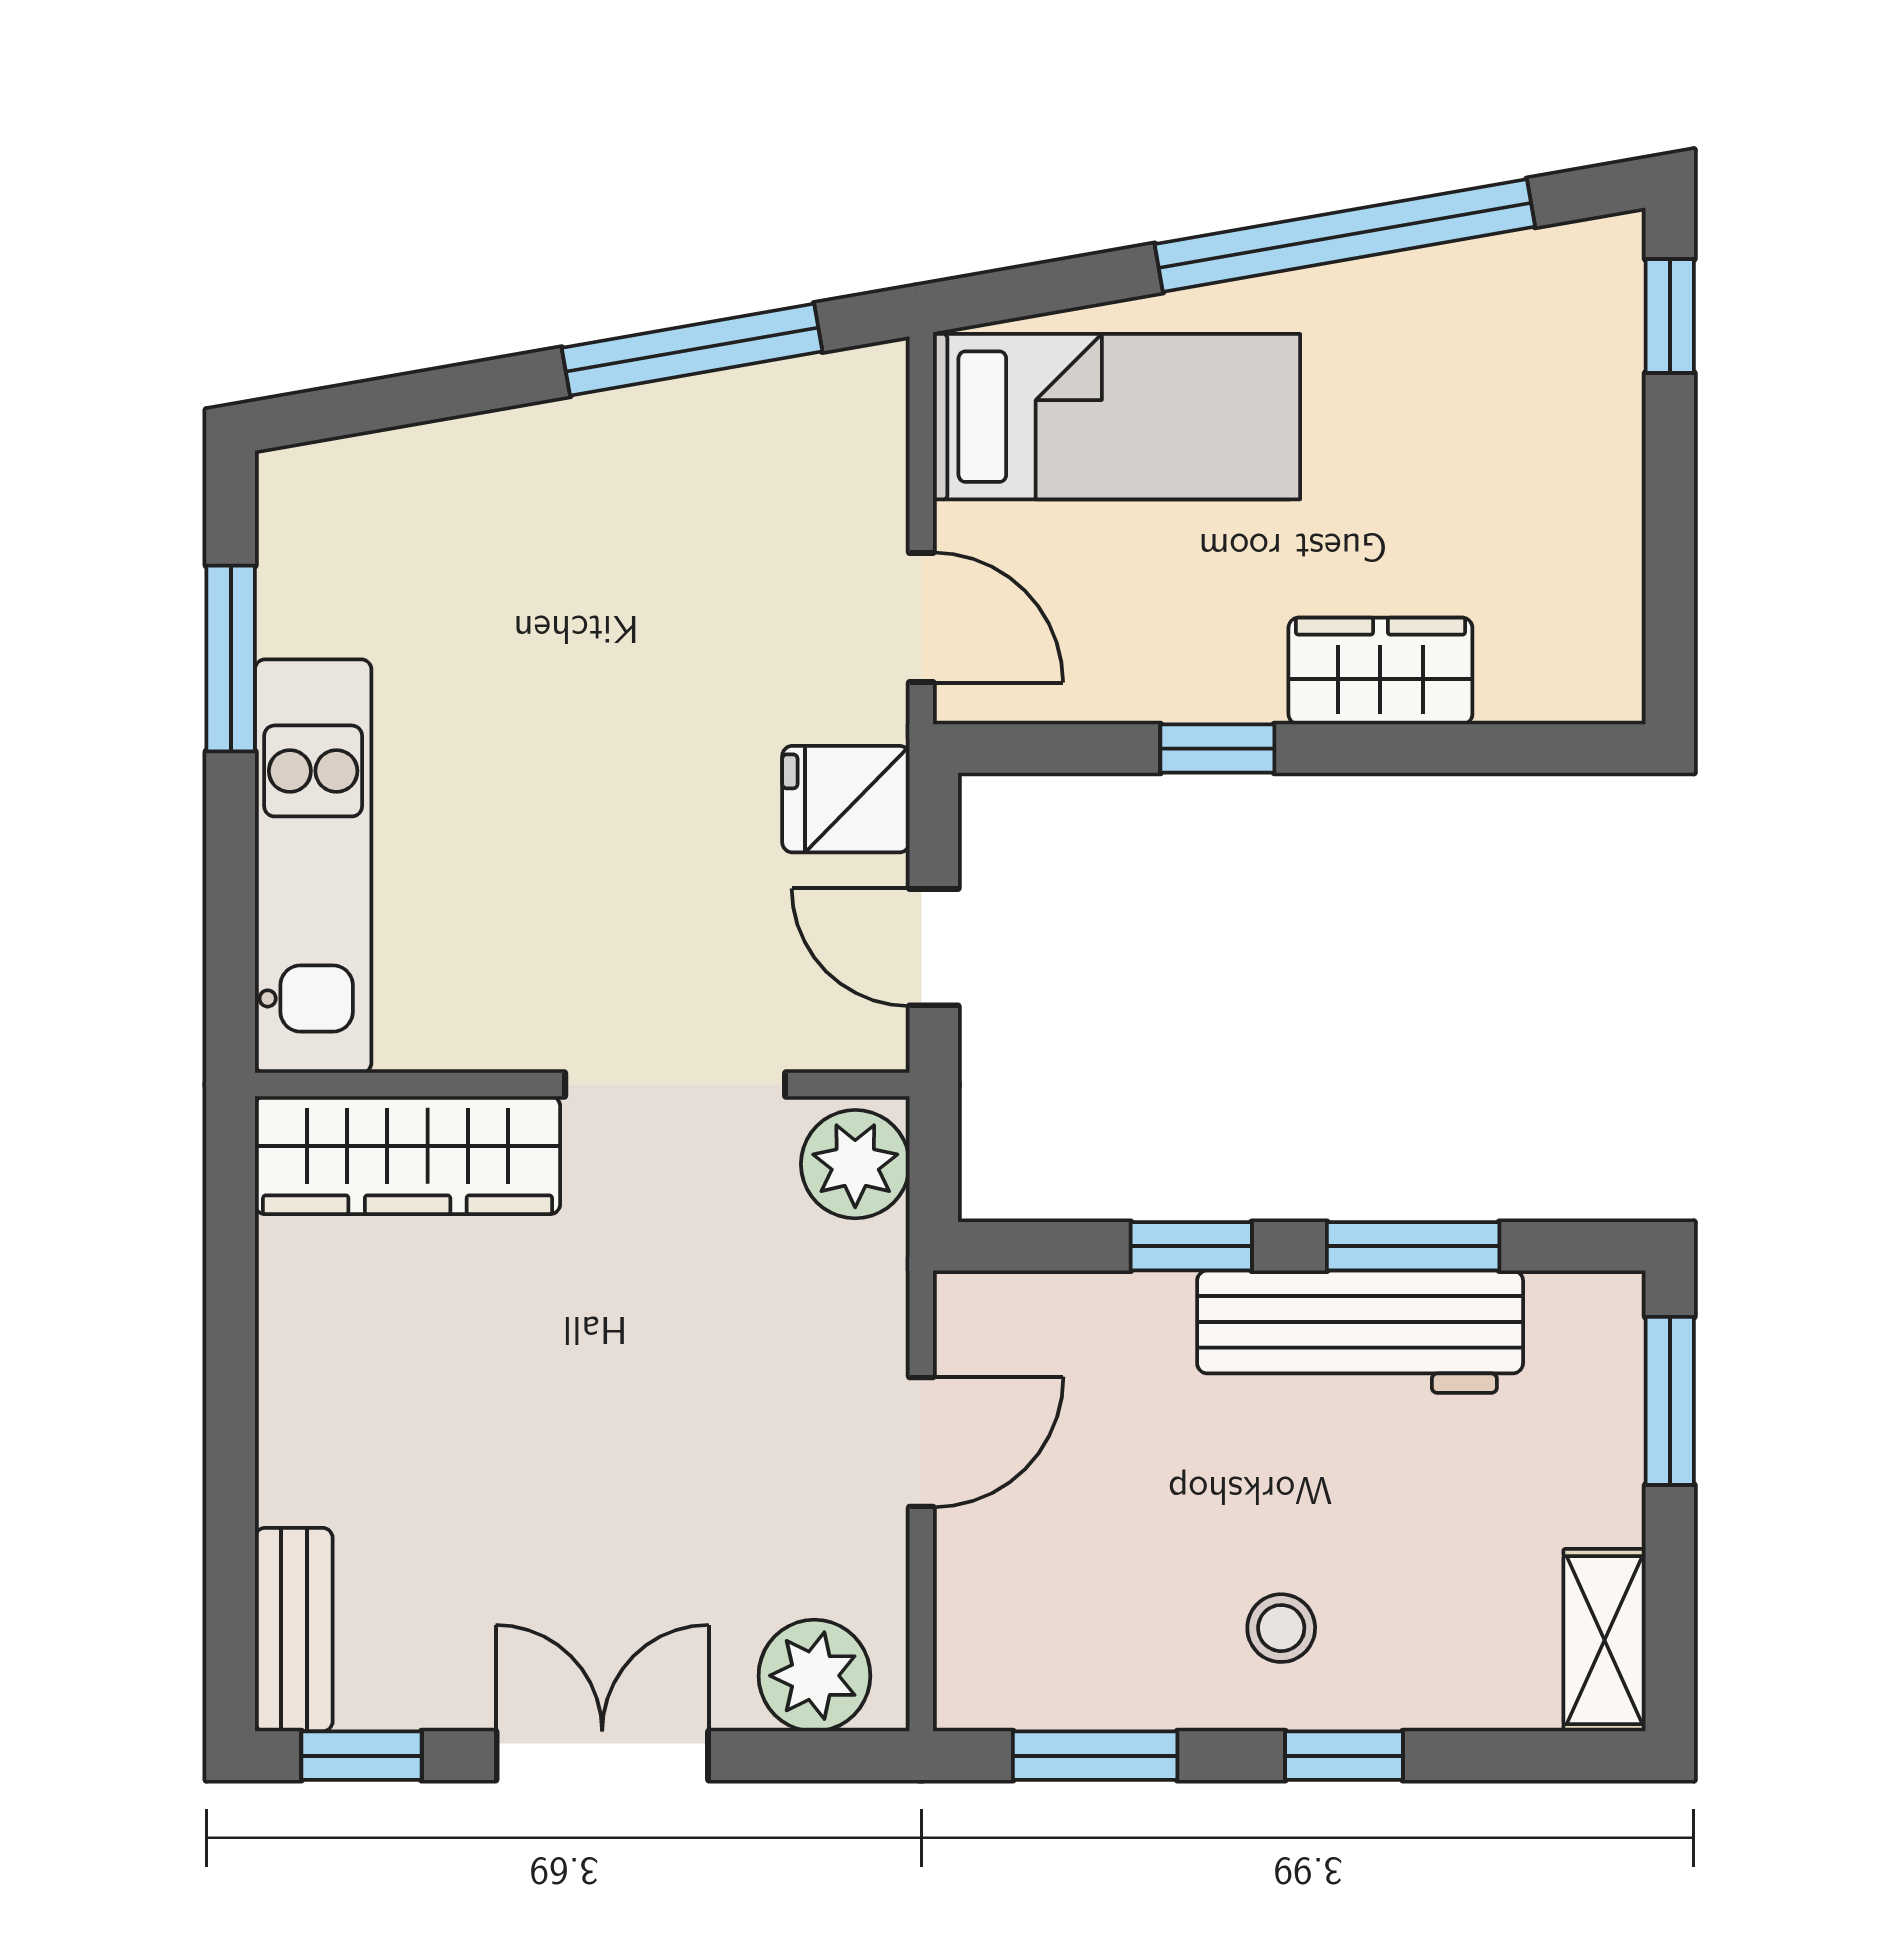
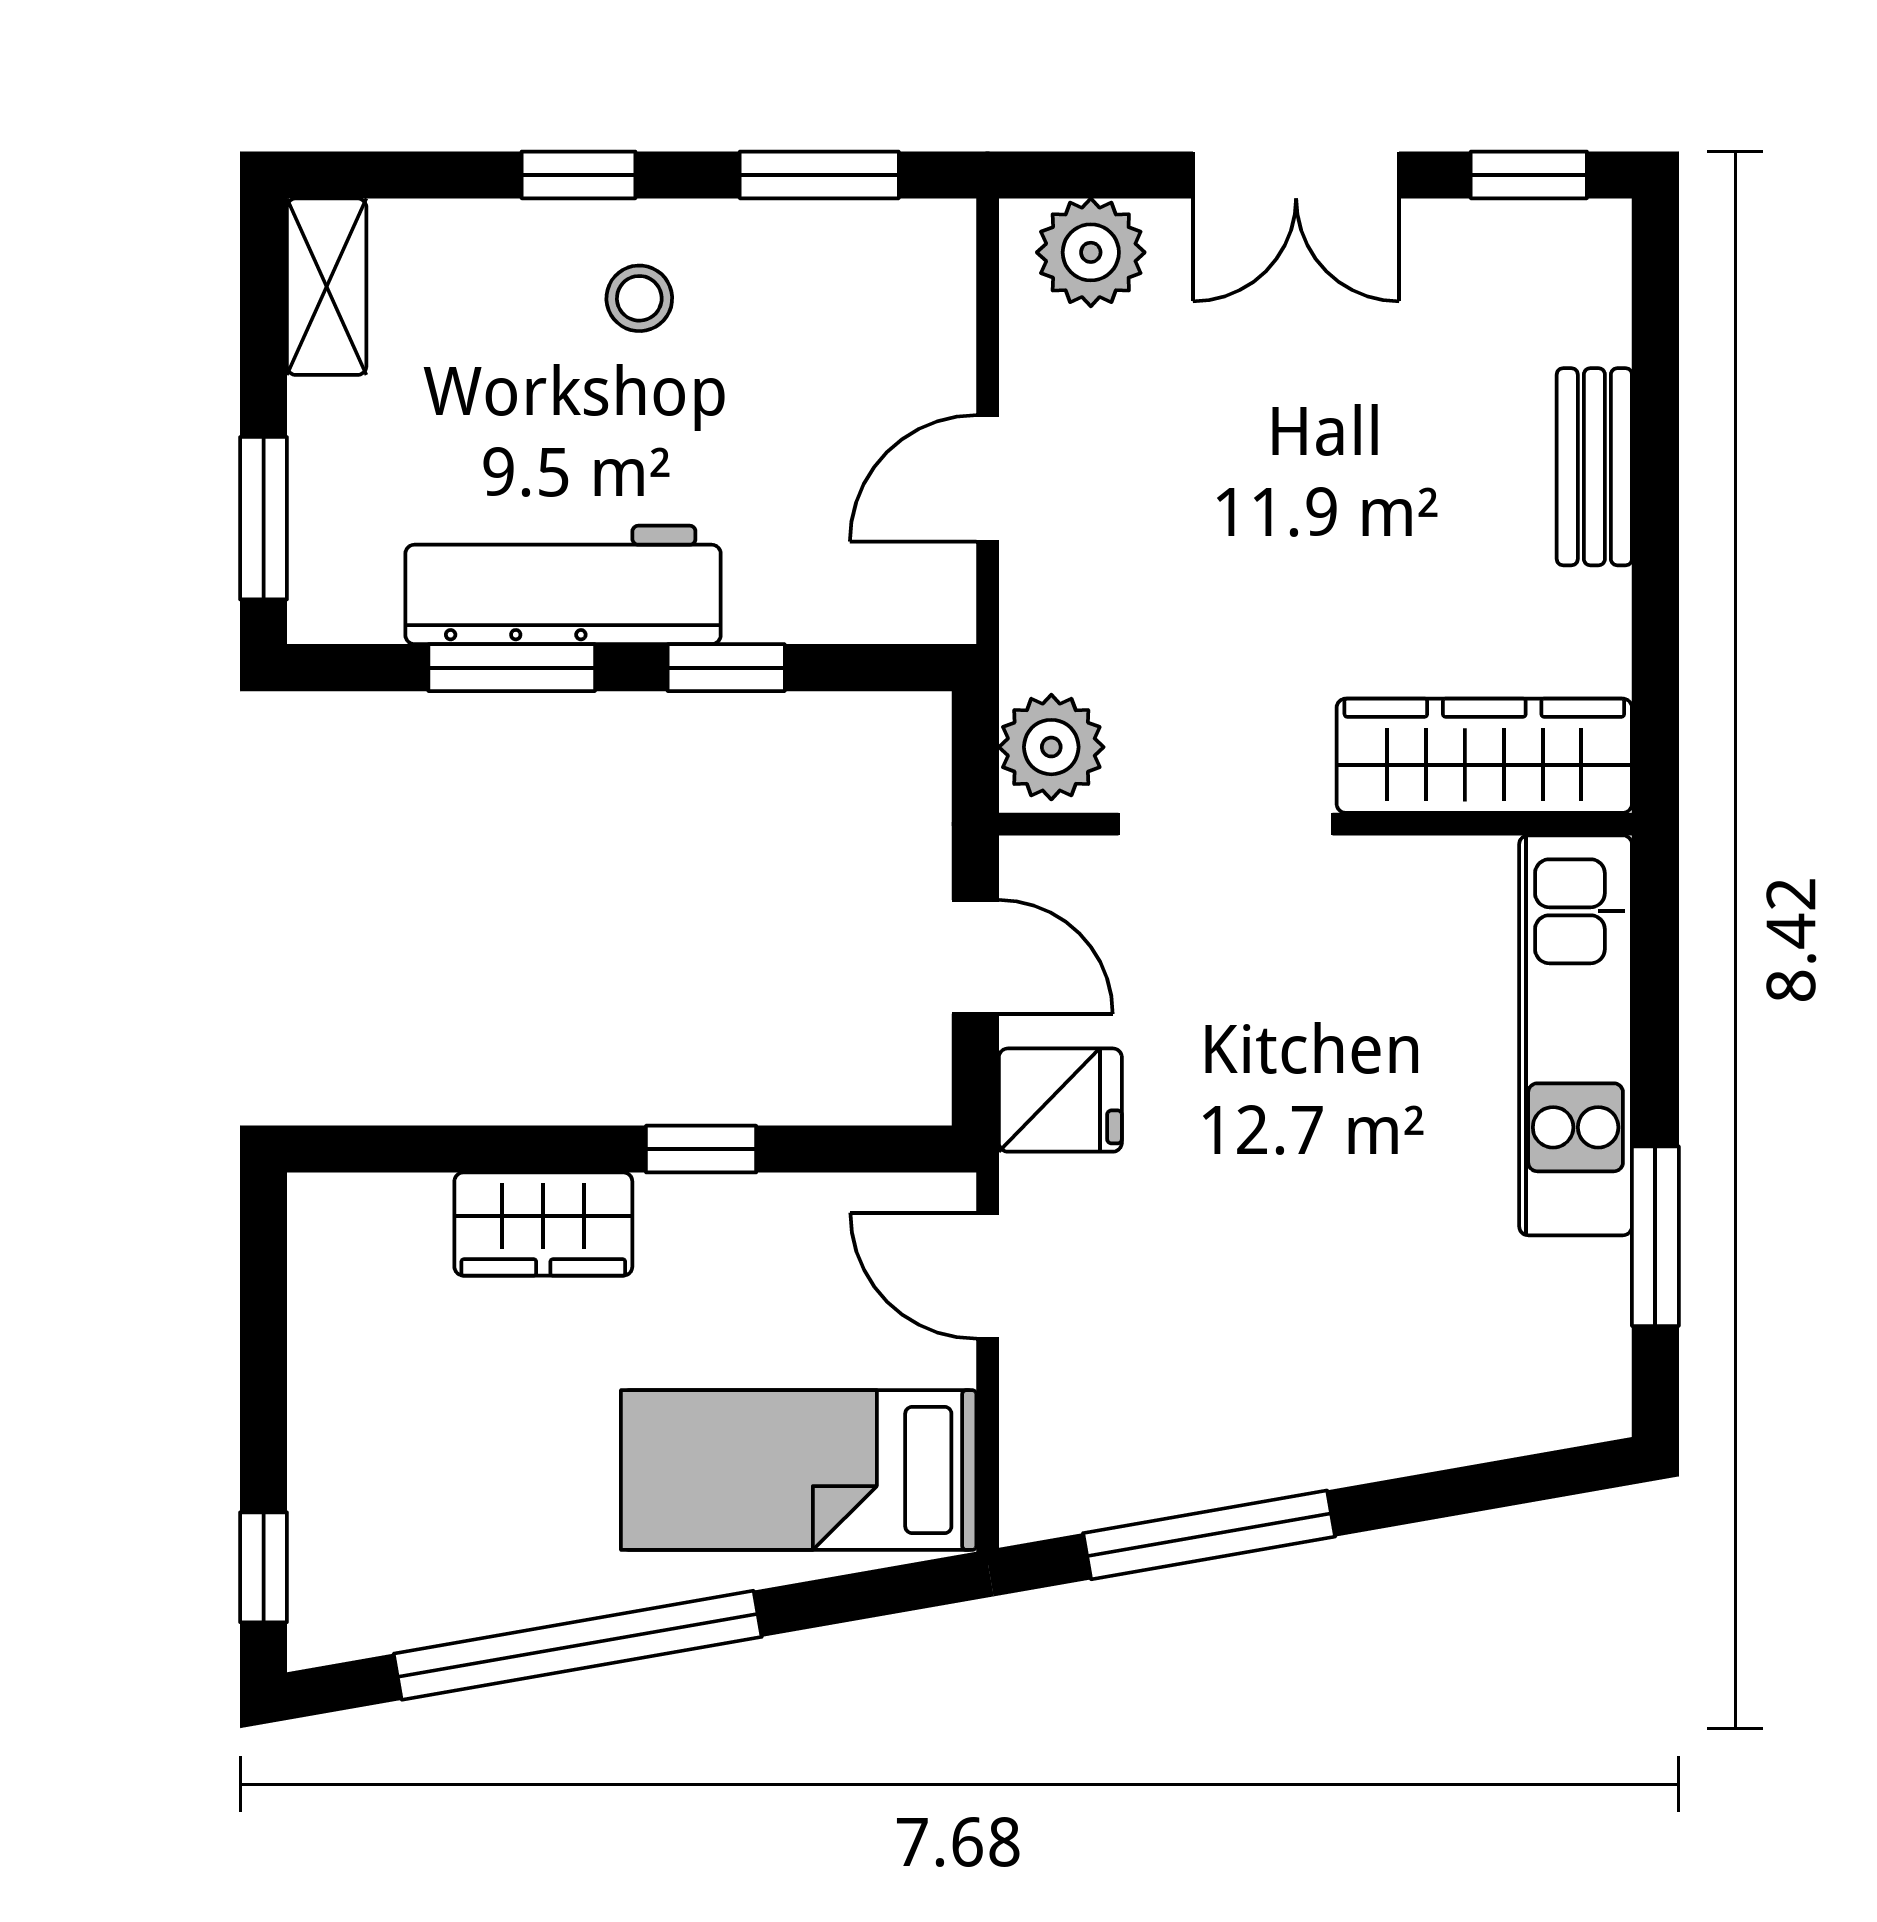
bench: (294, 1630) -> (1594, 467), moved

